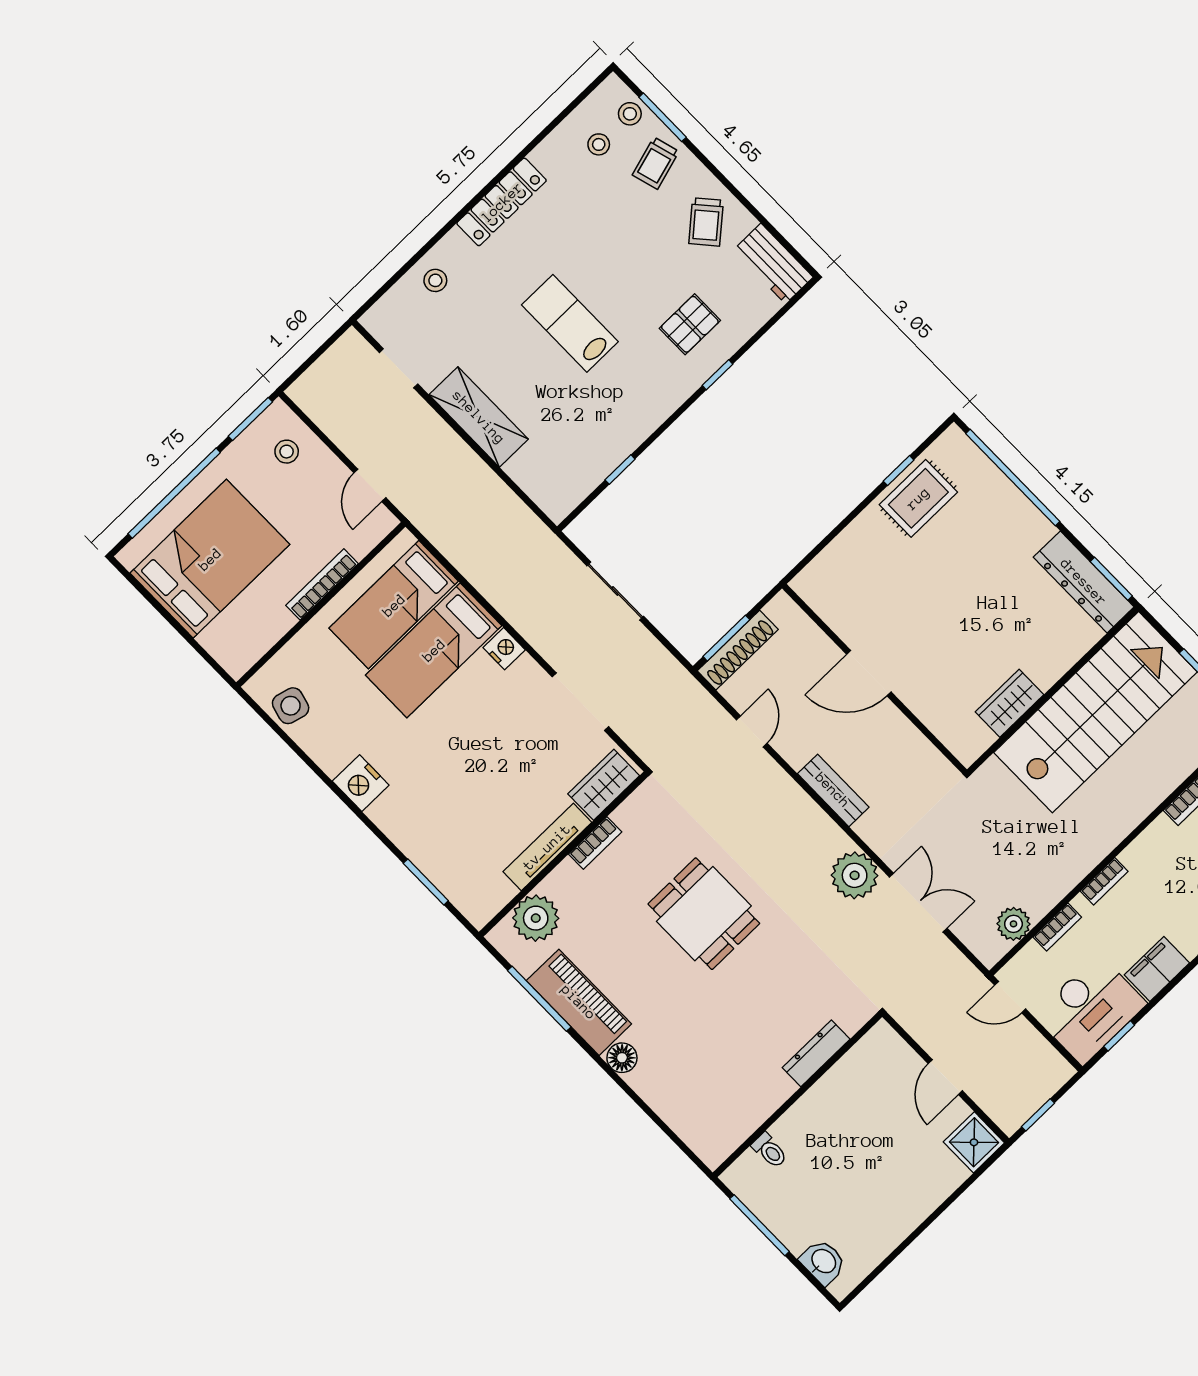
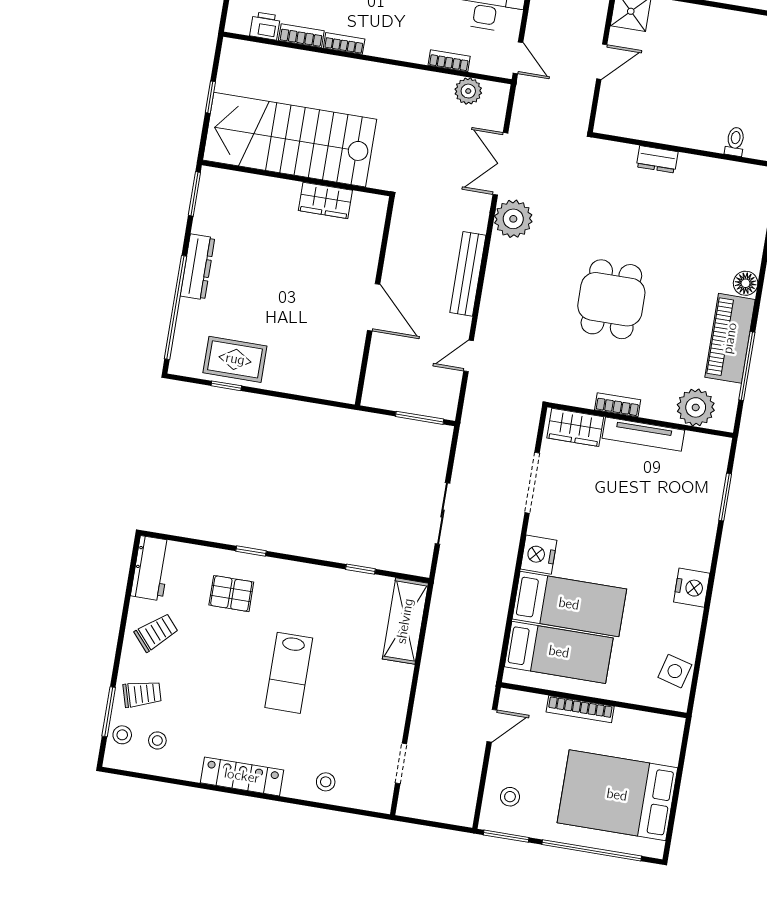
shelving: (479, 417) -> (405, 621), moved
dresser: (1084, 582) -> (197, 267), moved, width x0.73, depth x0.80
nightstand: (504, 649) -> (539, 555), width x1.36, depth x1.33
shoe rack: (738, 650) -> (422, 404), removed
bench: (833, 790) -> (468, 274), width x1.36
bookcase: (1104, 881) -> (344, 43), moved
dresser: (816, 1053) -> (657, 159), width x0.70

